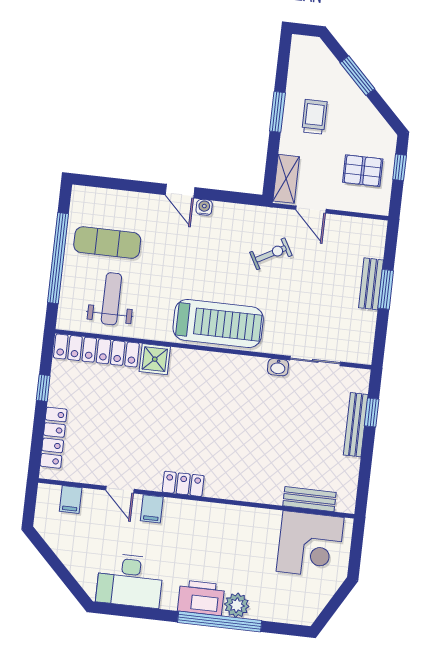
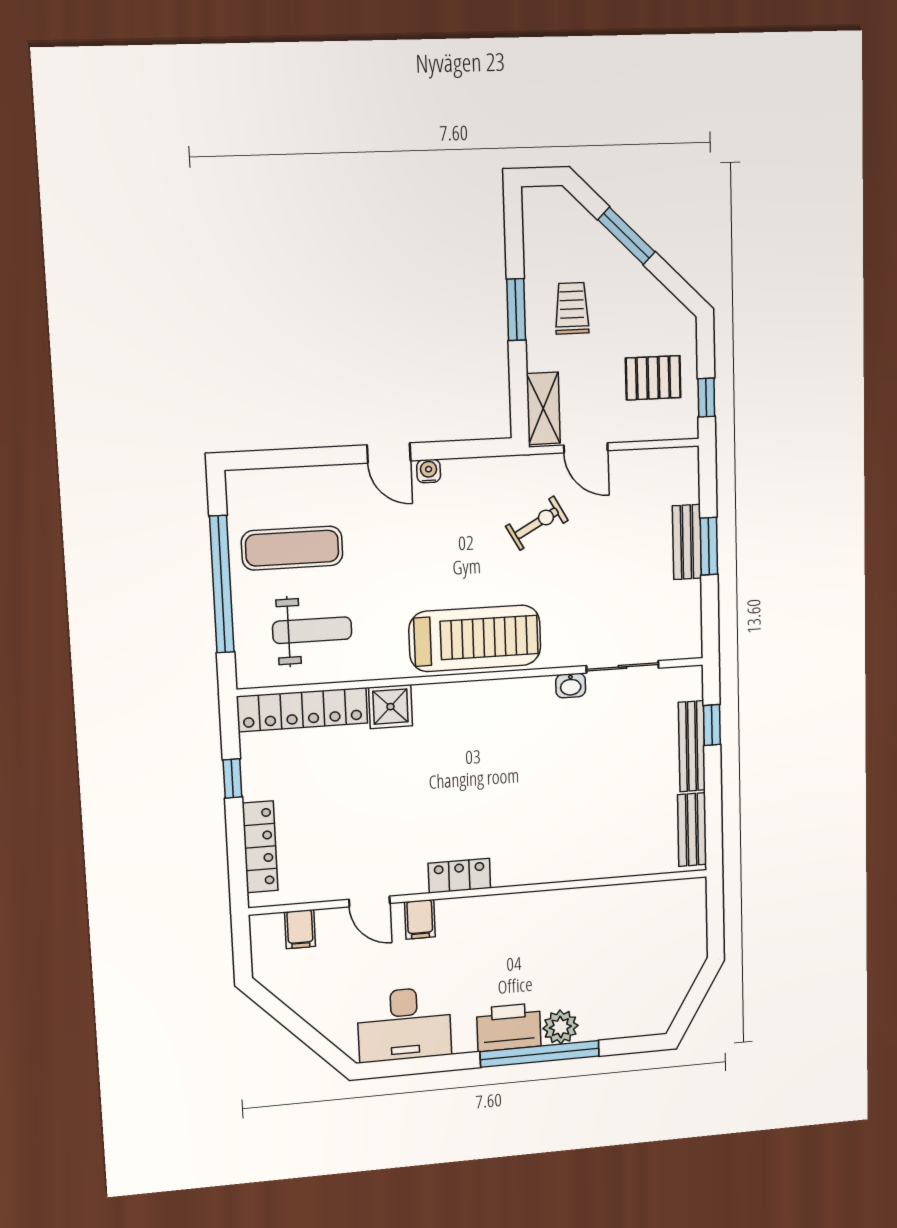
window: (400, 167) -> (706, 398), moved
weight bench: (111, 299) -> (312, 630), turned 90
bench: (309, 499) -> (692, 830), moved, turned 90
corner desk: (310, 544) -> (651, 924), removed

